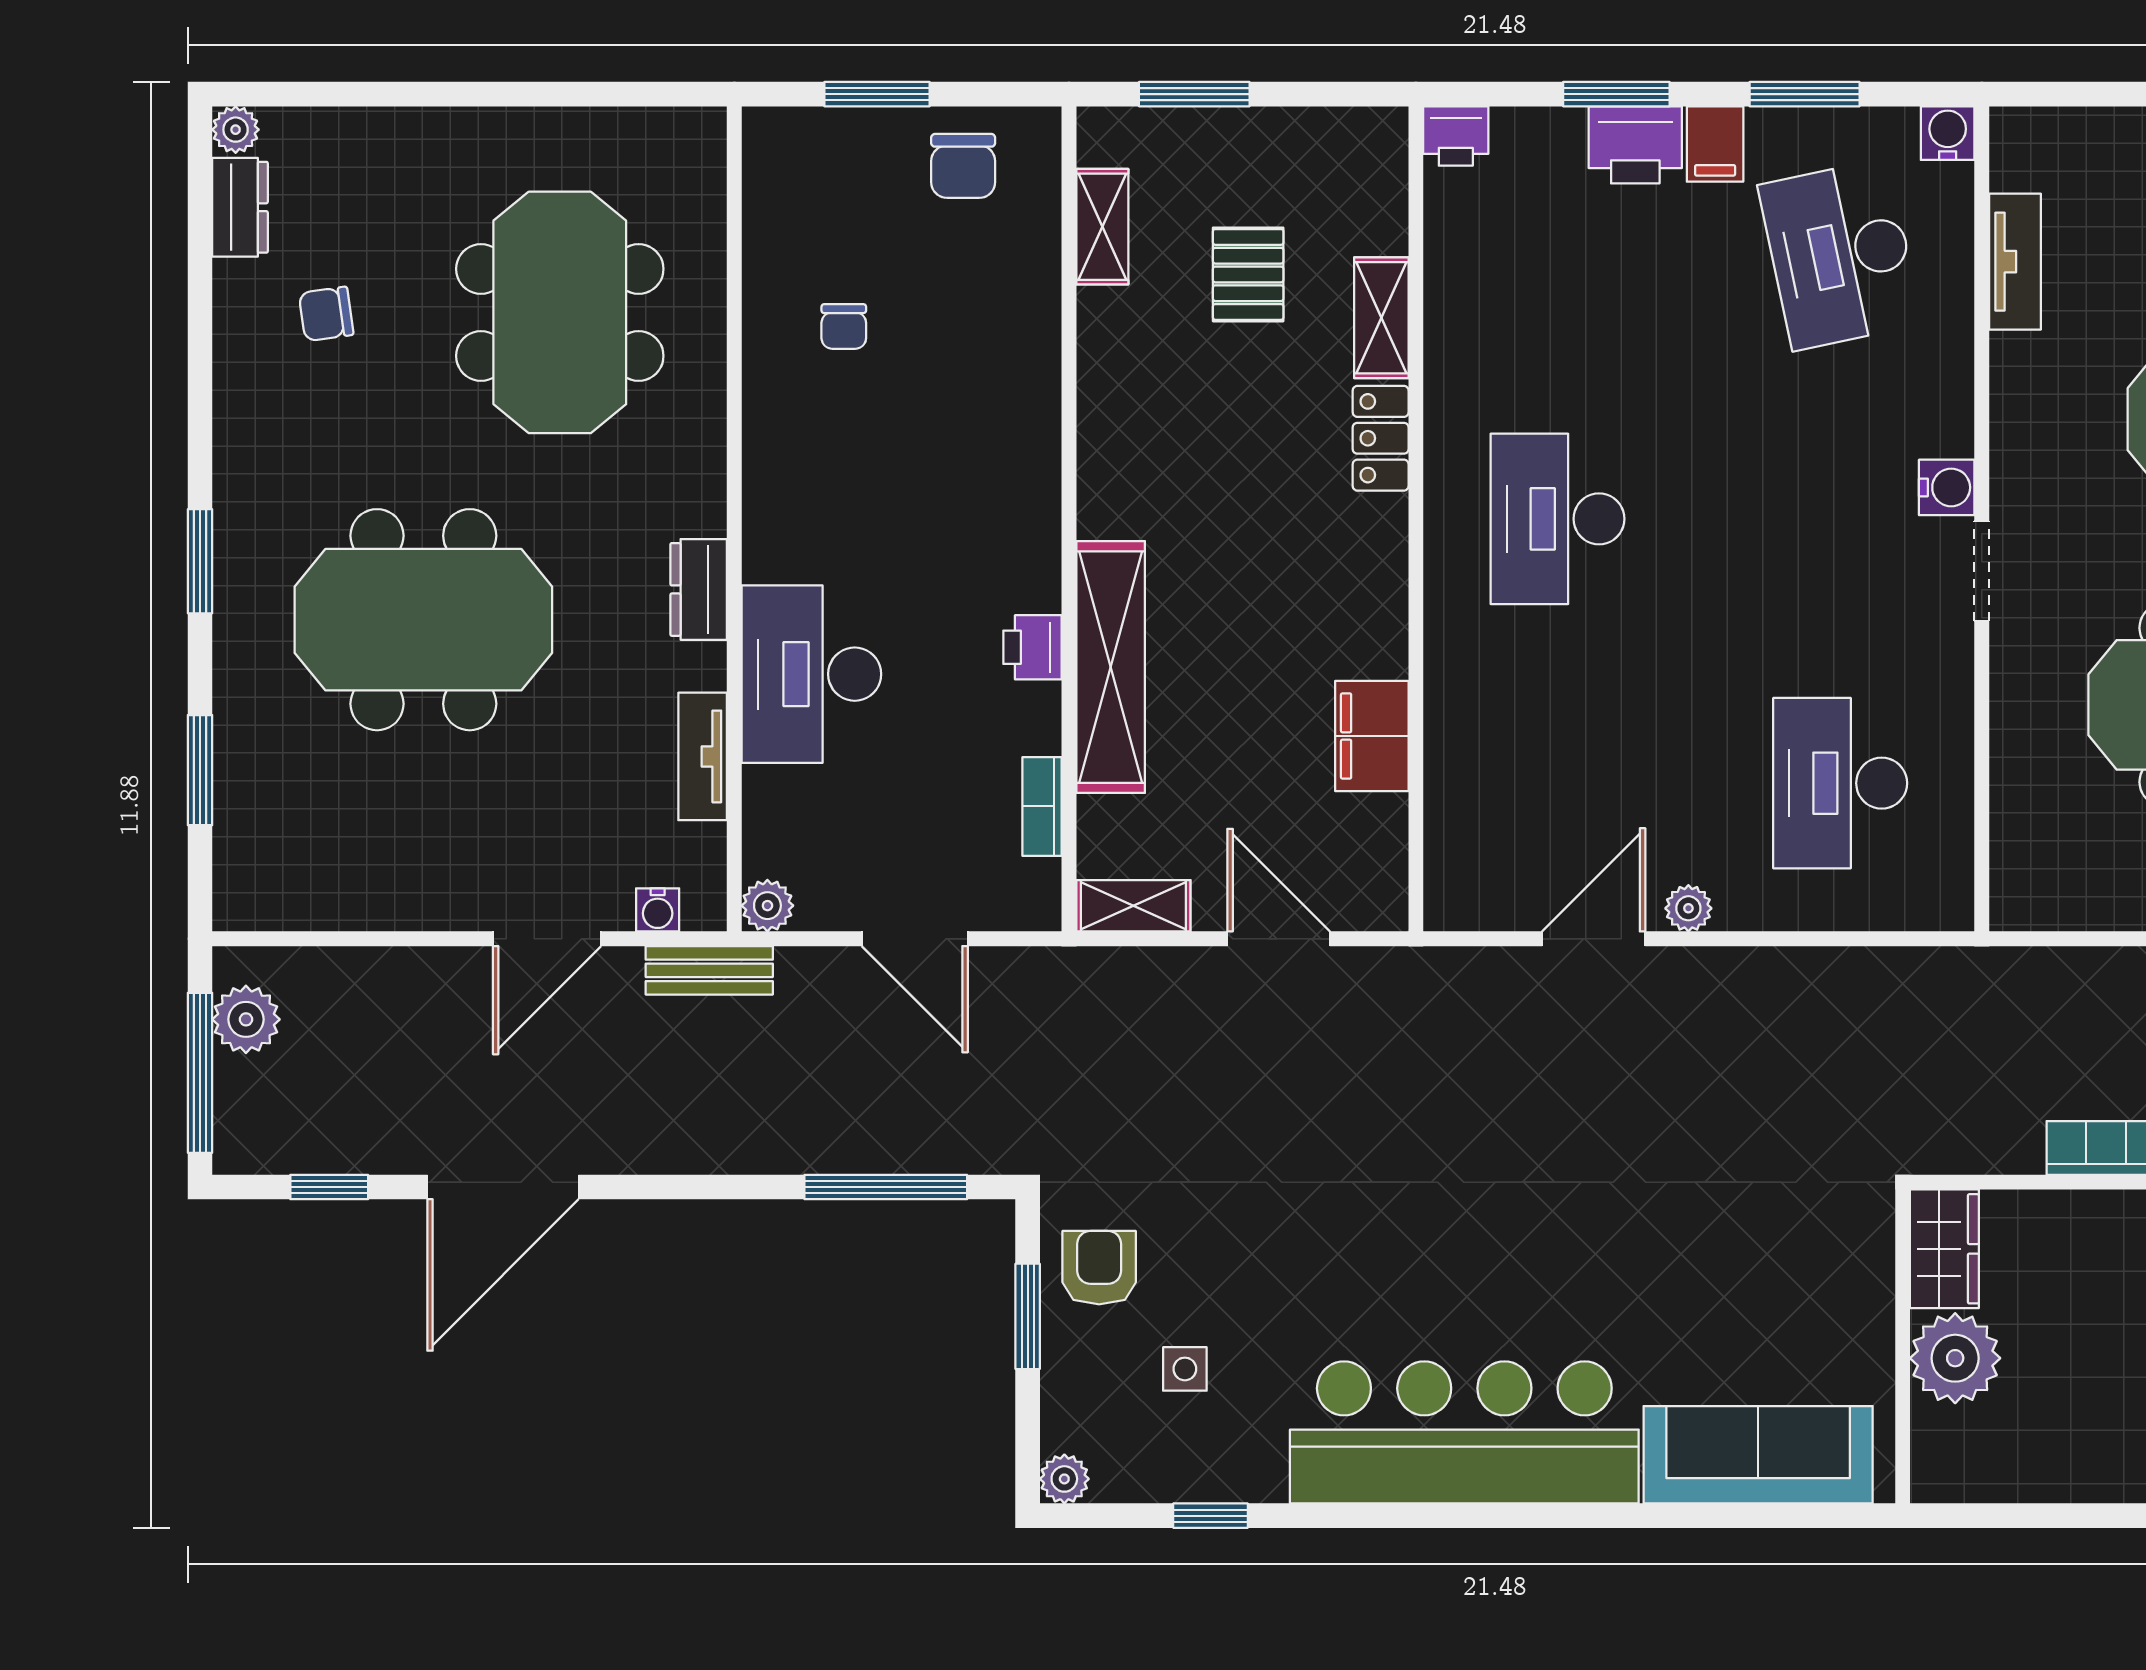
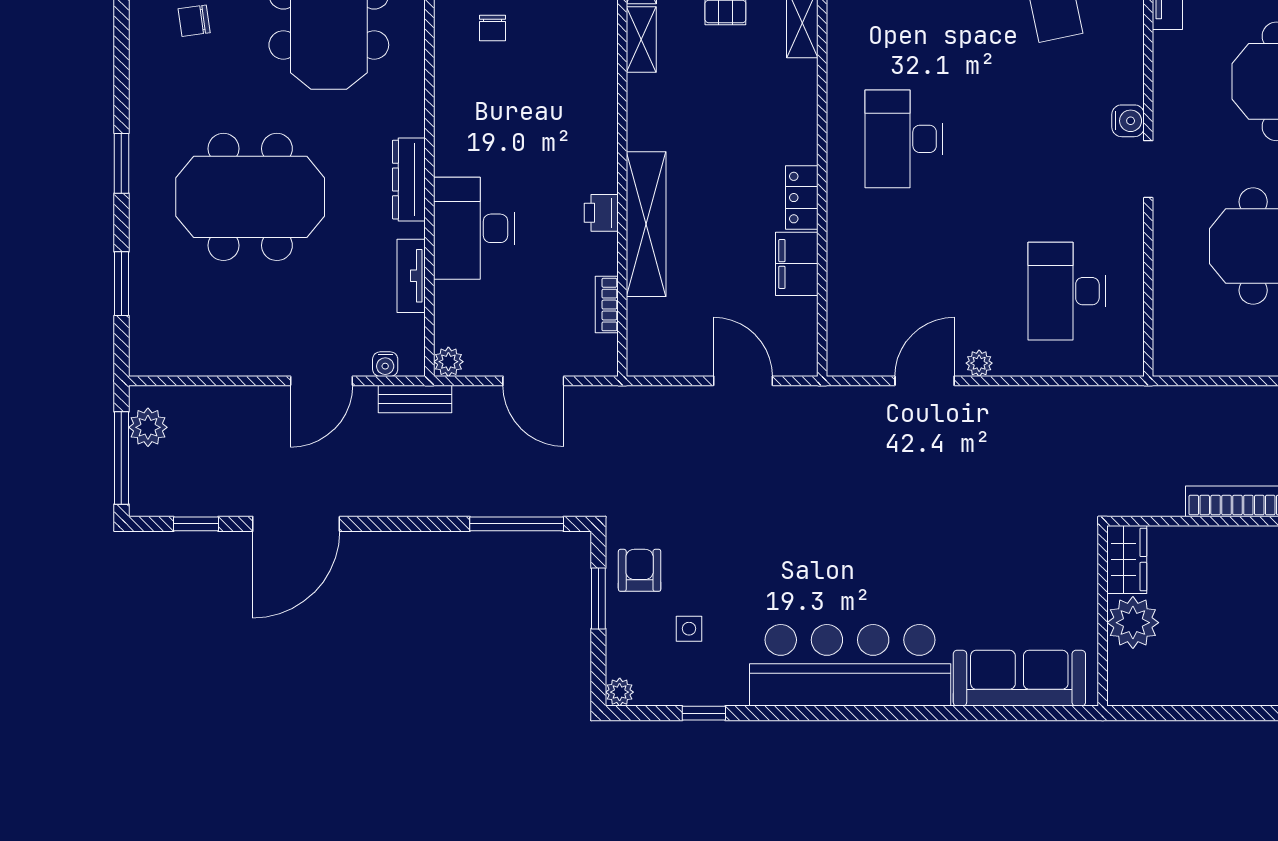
locker: (1381, 438) -> (802, 198), moved
dresser: (699, 589) -> (409, 180), width x1.44
shelving: (1133, 906) -> (641, 39), moved, turned 90

